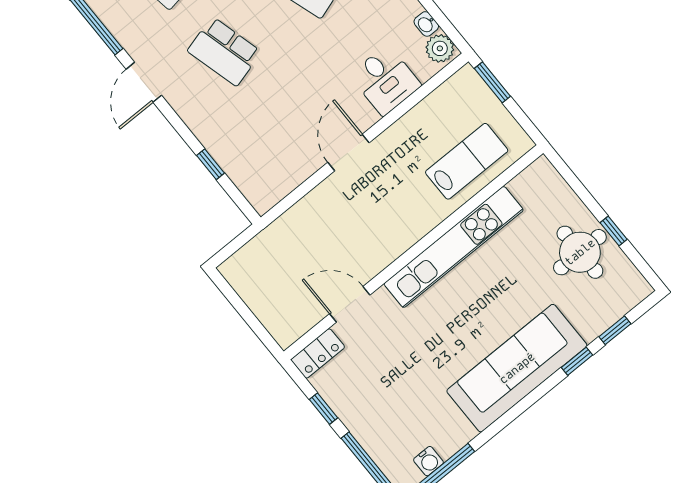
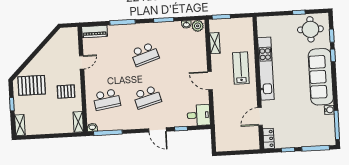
desk: (385, 80) -> (199, 115), moved
door: (144, 82) -> (157, 130), moved
shelving: (430, 108) -> (215, 43), added
lab bench: (467, 161) -> (241, 68), moved
round table: (580, 252) -> (310, 29), moved
water cooler: (428, 461) -> (329, 110), moved

